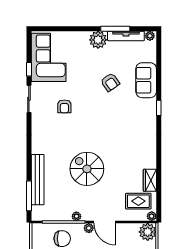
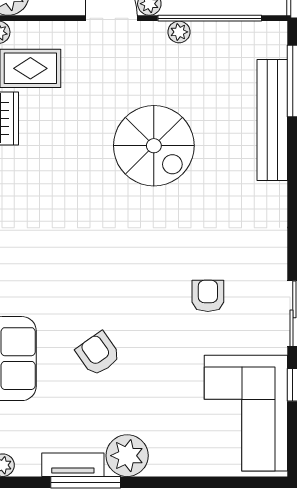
tv unit: (126, 36) -> (73, 465), width x0.71

